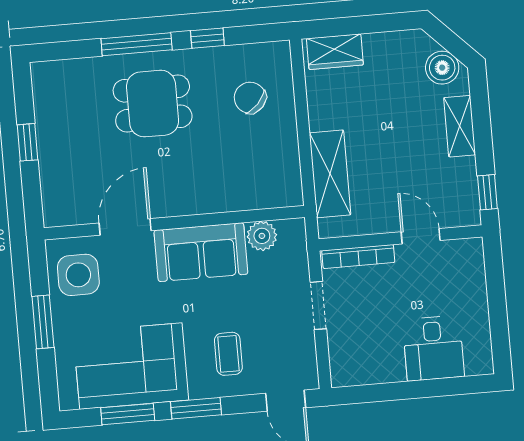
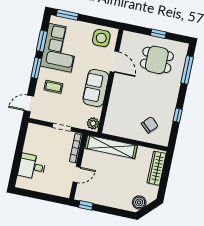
window: (137, 44) -> (187, 70), moved
wardrobe: (335, 52) -> (157, 168), width x1.50
dining table: (153, 104) -> (157, 60), moved, turned 90
shelving: (460, 126) -> (115, 202), removed
shelving: (330, 174) -> (111, 147), width x1.47
plant: (262, 236) -> (93, 123), moved
window: (43, 322) -> (67, 15), moved

